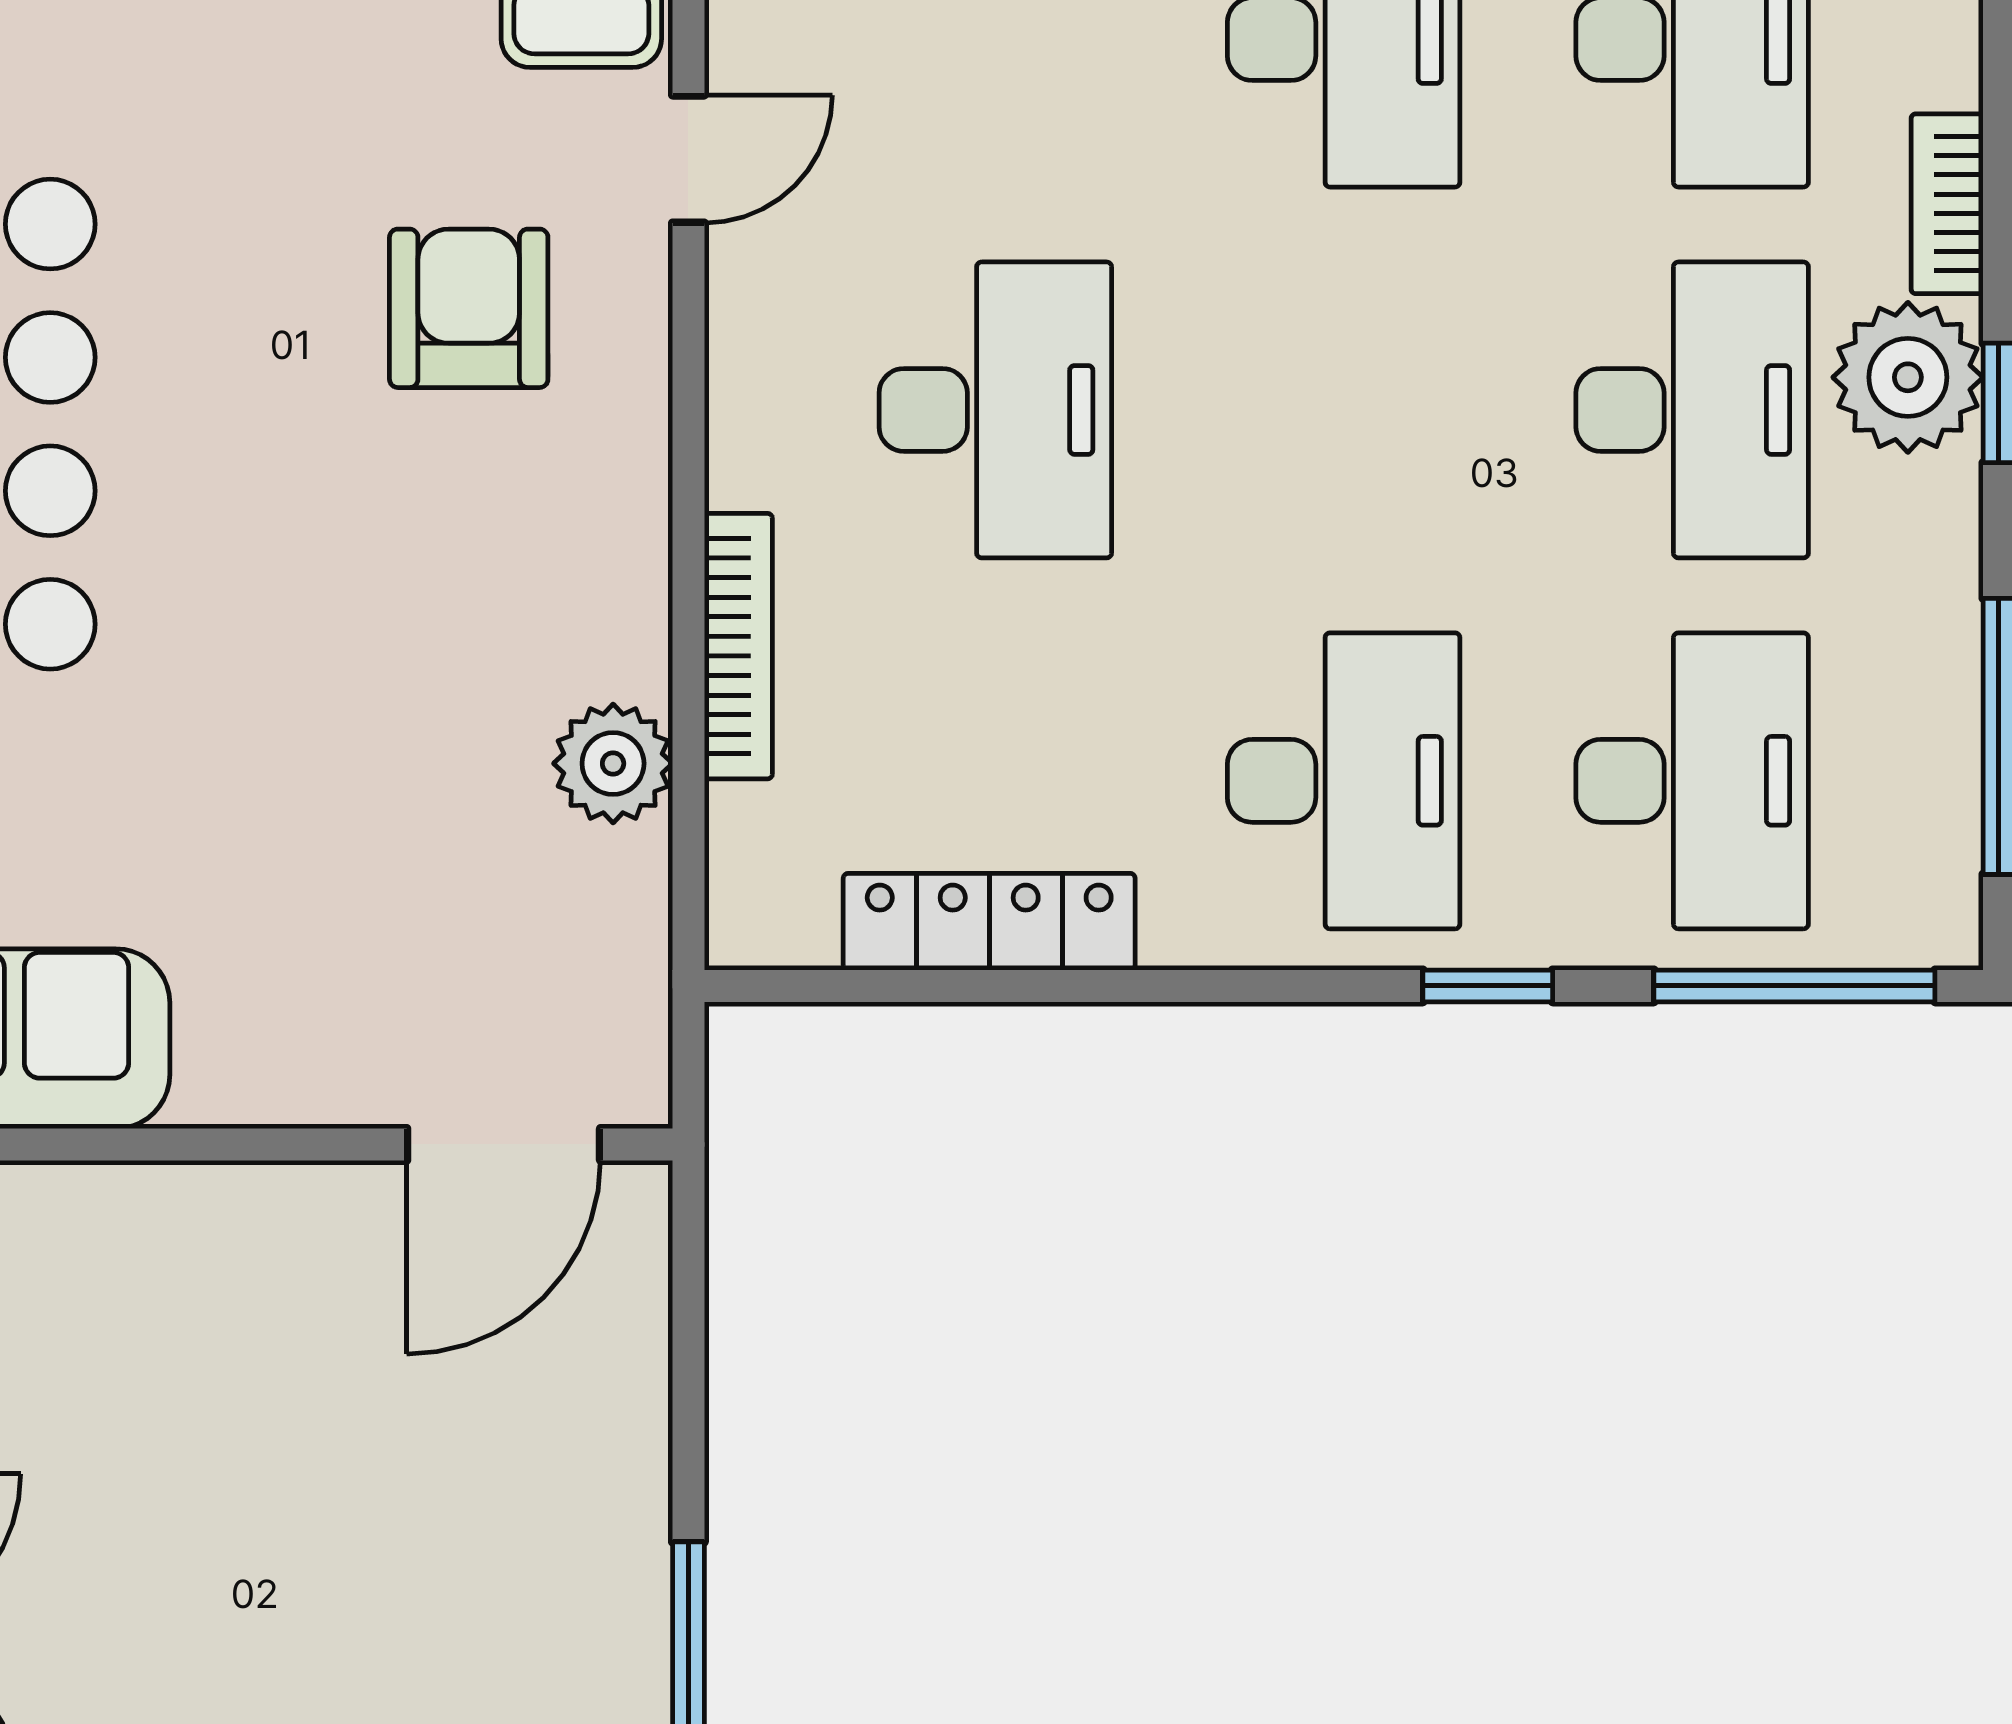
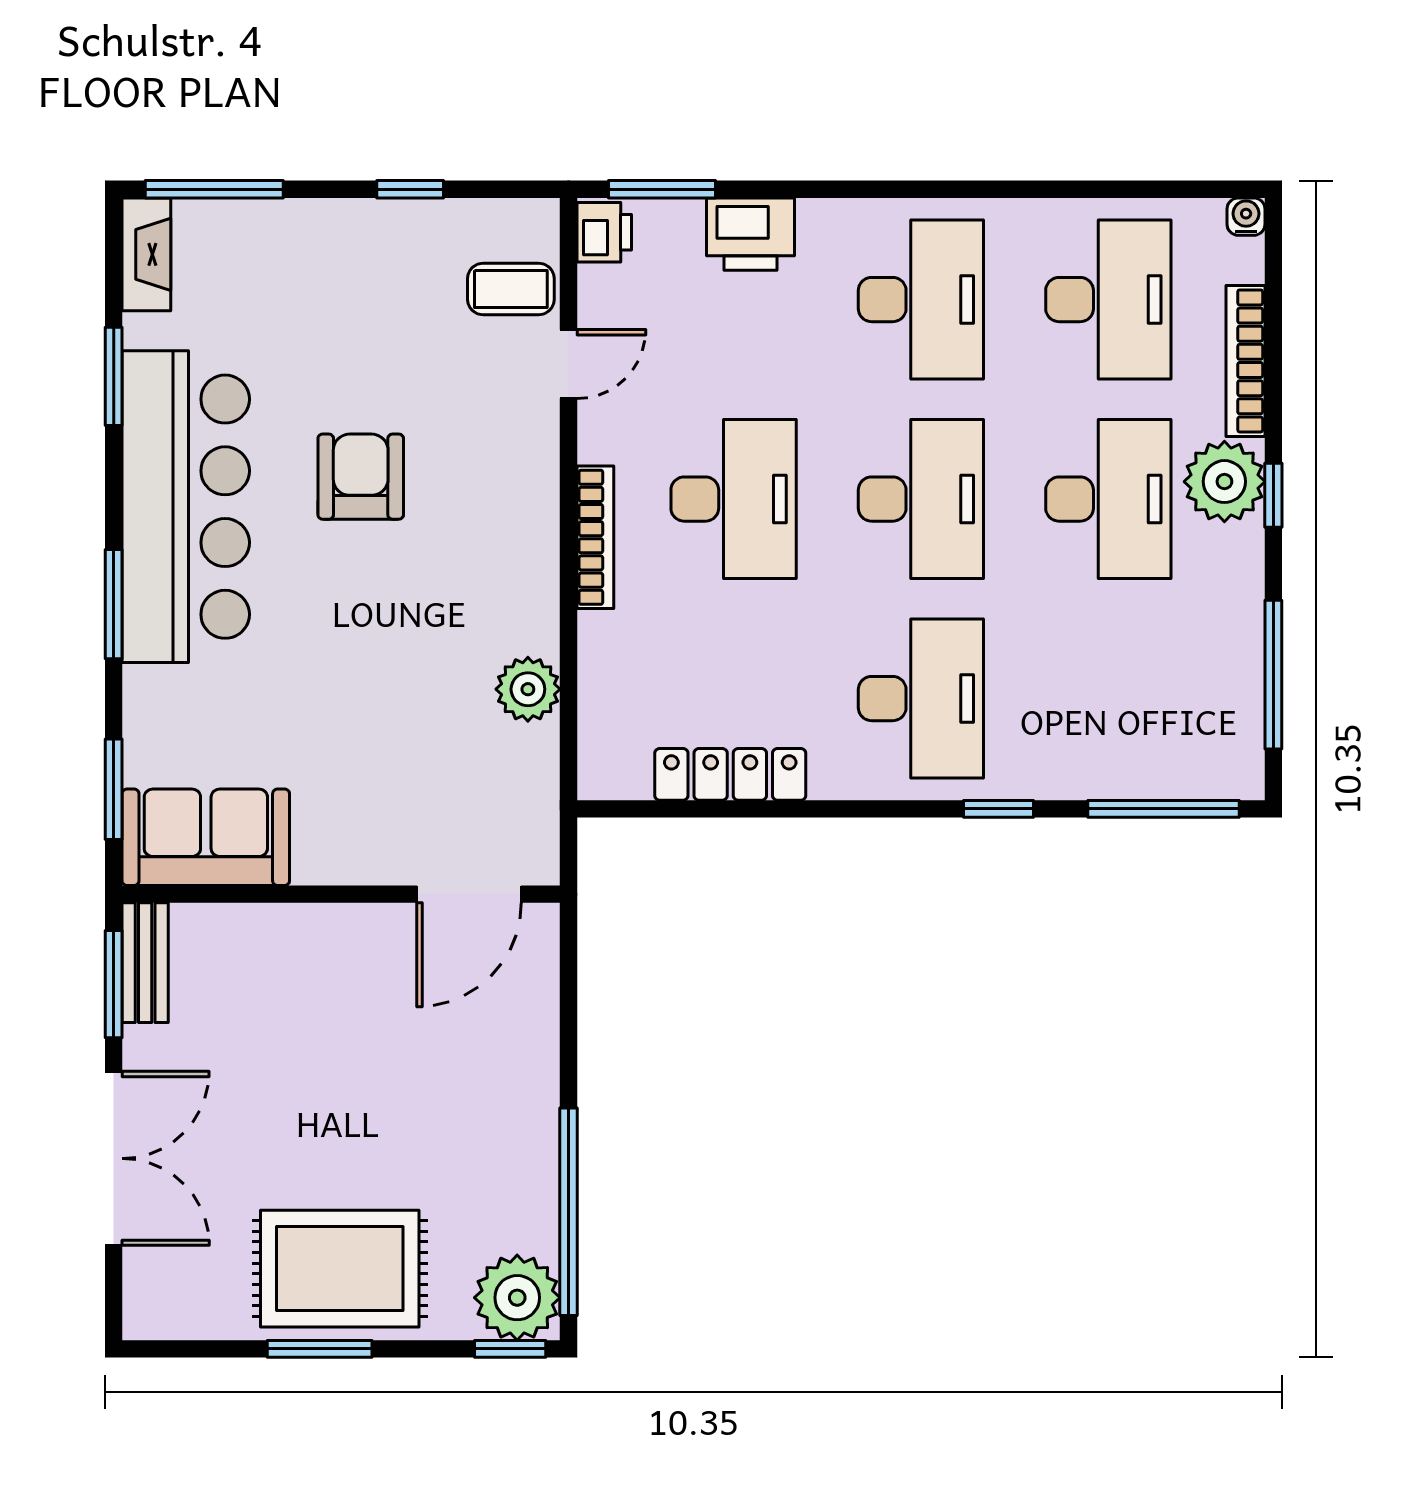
bookcase: (1947, 204) -> (1246, 361), width x1.56
armchair: (469, 308) -> (361, 477), moved
bookcase: (738, 646) -> (595, 537), moved
desk: (1692, 781) -> (921, 499), moved

